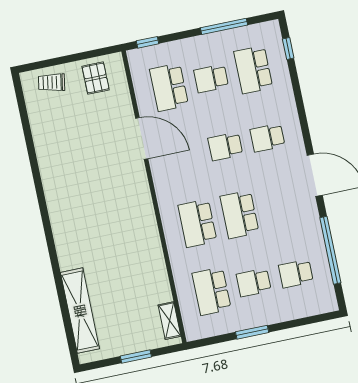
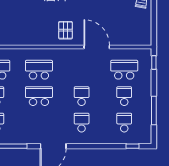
school desk: (253, 70) -> (124, 123), width x0.54
pallet: (96, 78) -> (65, 30), moved, turned 90
door: (142, 138) -> (97, 47), swing flipped

